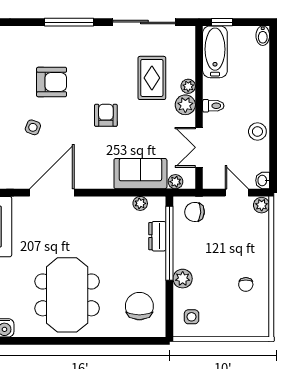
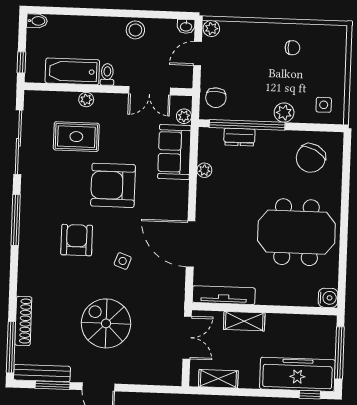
bathtub: (215, 52) -> (72, 71), moved
plant: (185, 105) -> (105, 103), removed
armchair: (106, 115) -> (113, 185), width x1.88, depth x1.88
plant: (140, 203) -> (204, 170), moved
chair: (139, 306) -> (311, 158), turned -62

